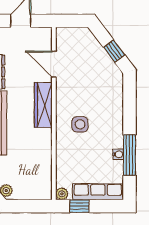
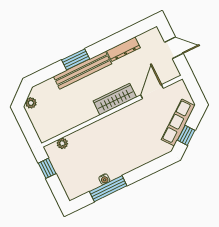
side table: (80, 124) -> (114, 137), removed
row of seats: (98, 192) -> (178, 123), moved, turned -127
plant: (62, 194) -> (62, 143), moved

